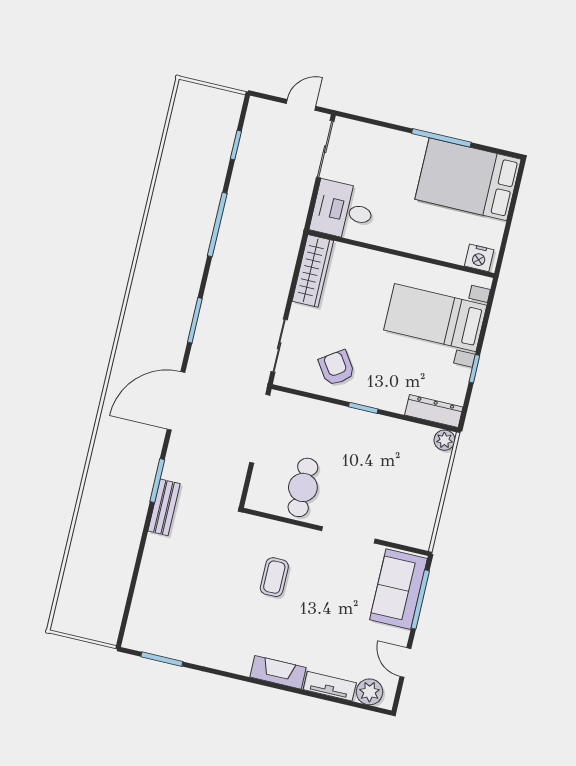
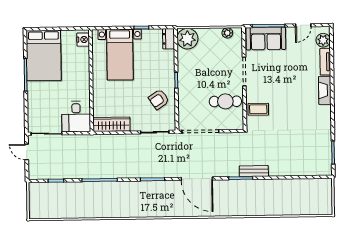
dresser: (434, 411) -> (169, 39), width x0.70
plant: (444, 440) -> (187, 39), width x1.87, depth x1.87
plant: (426, 522) -> (227, 33), added
coffee table: (274, 577) -> (258, 109), moved

